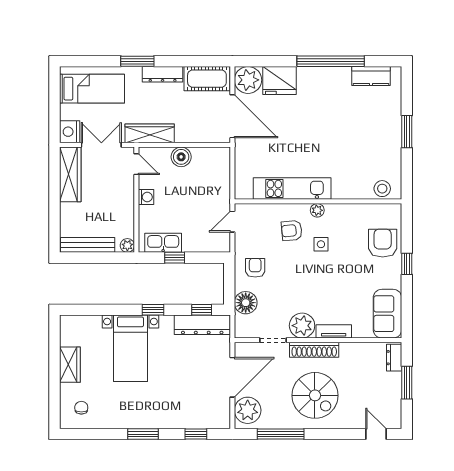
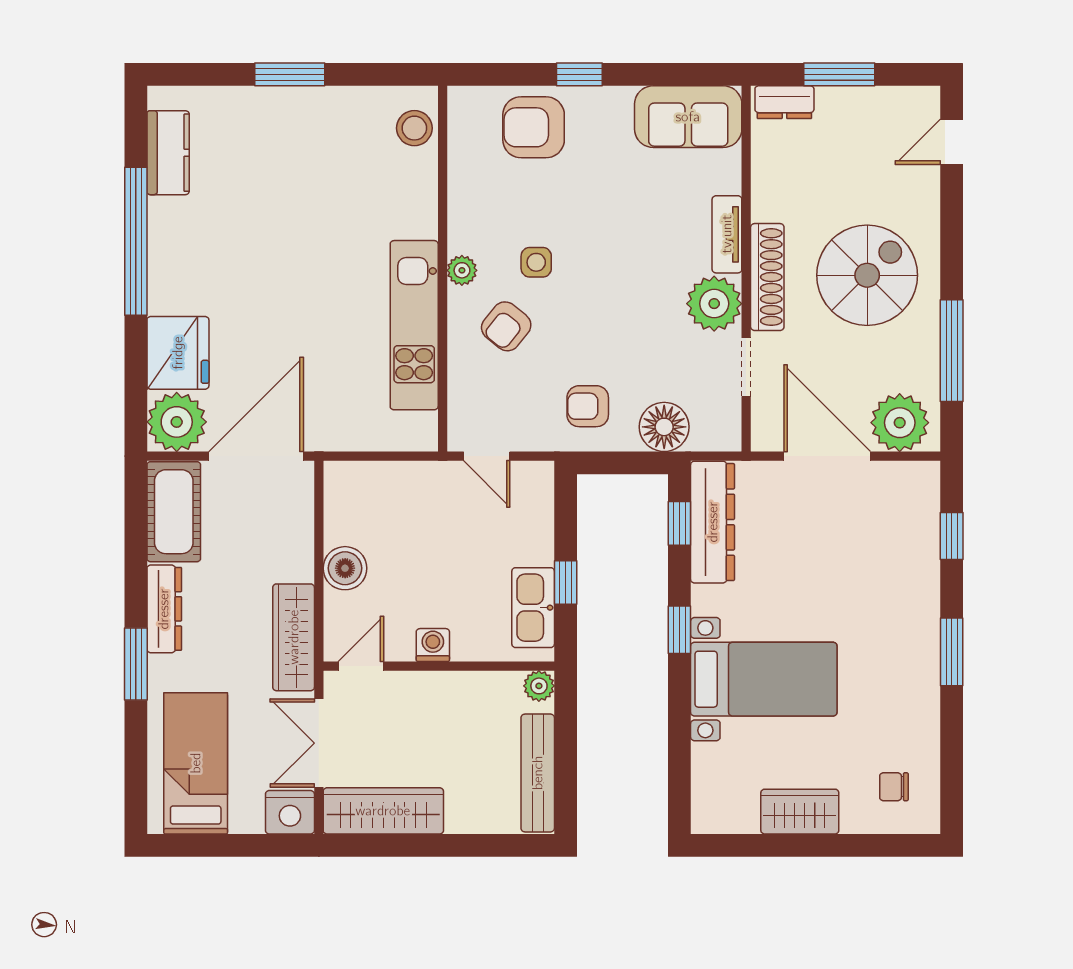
armchair: (292, 231) -> (506, 326), turned 44

